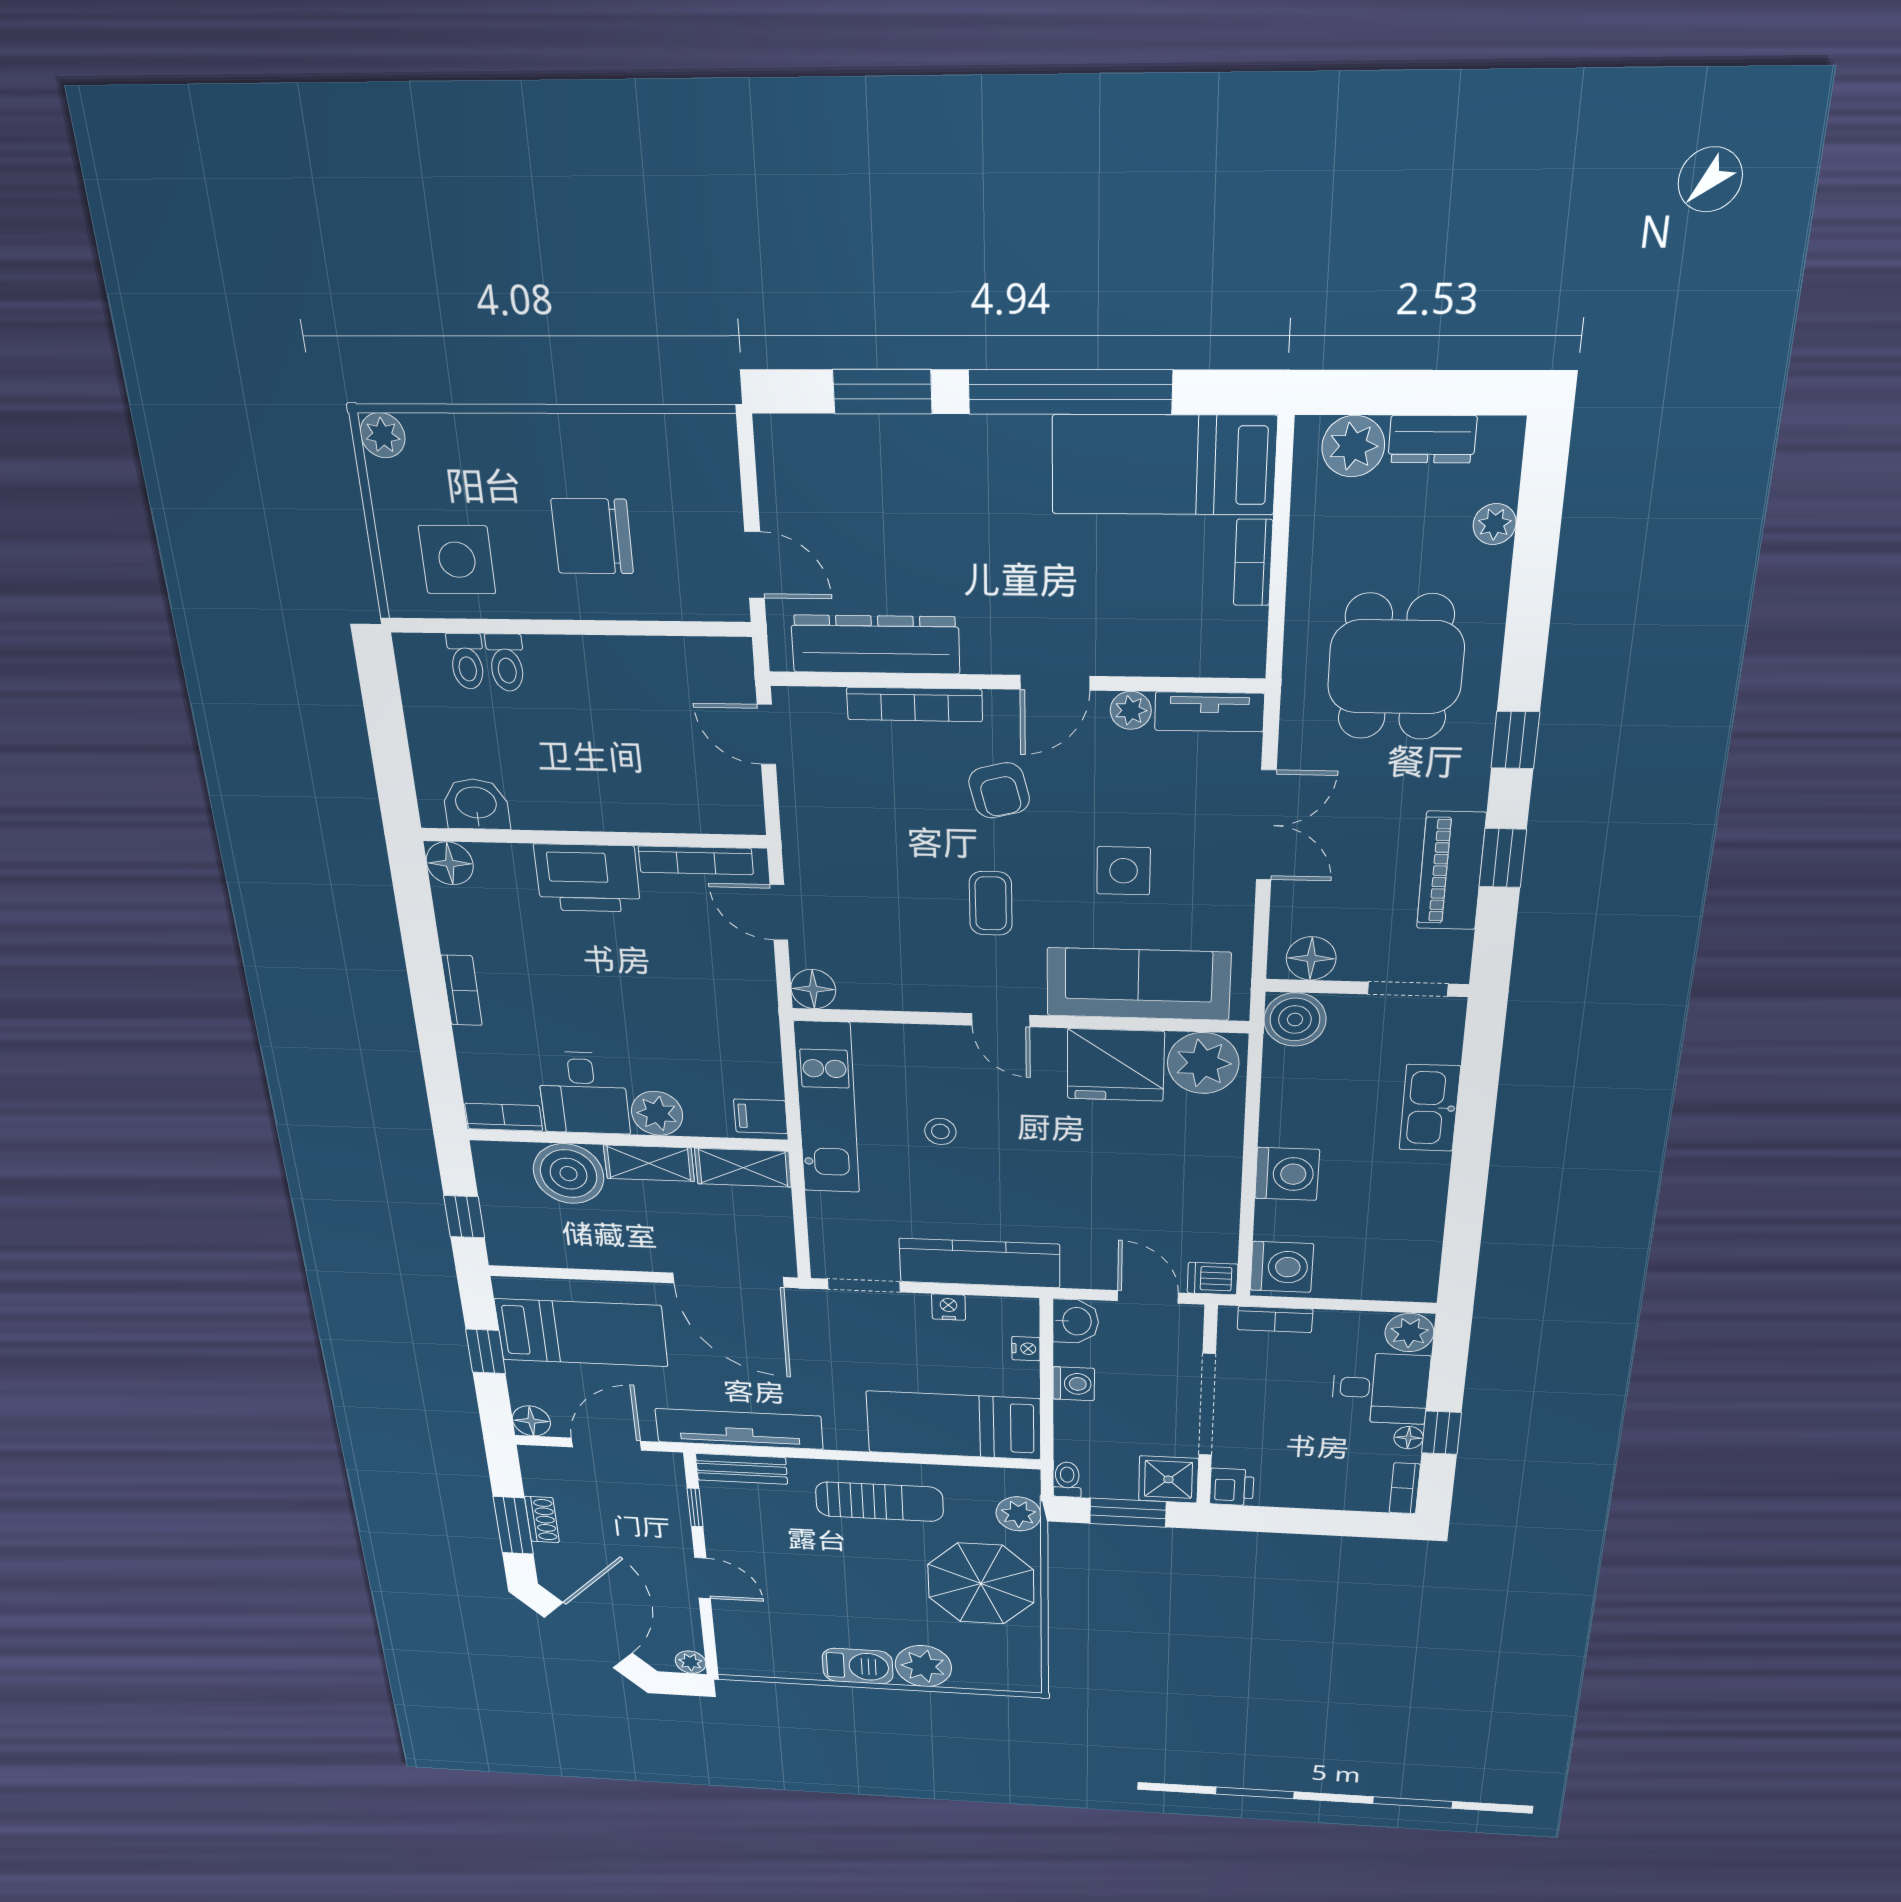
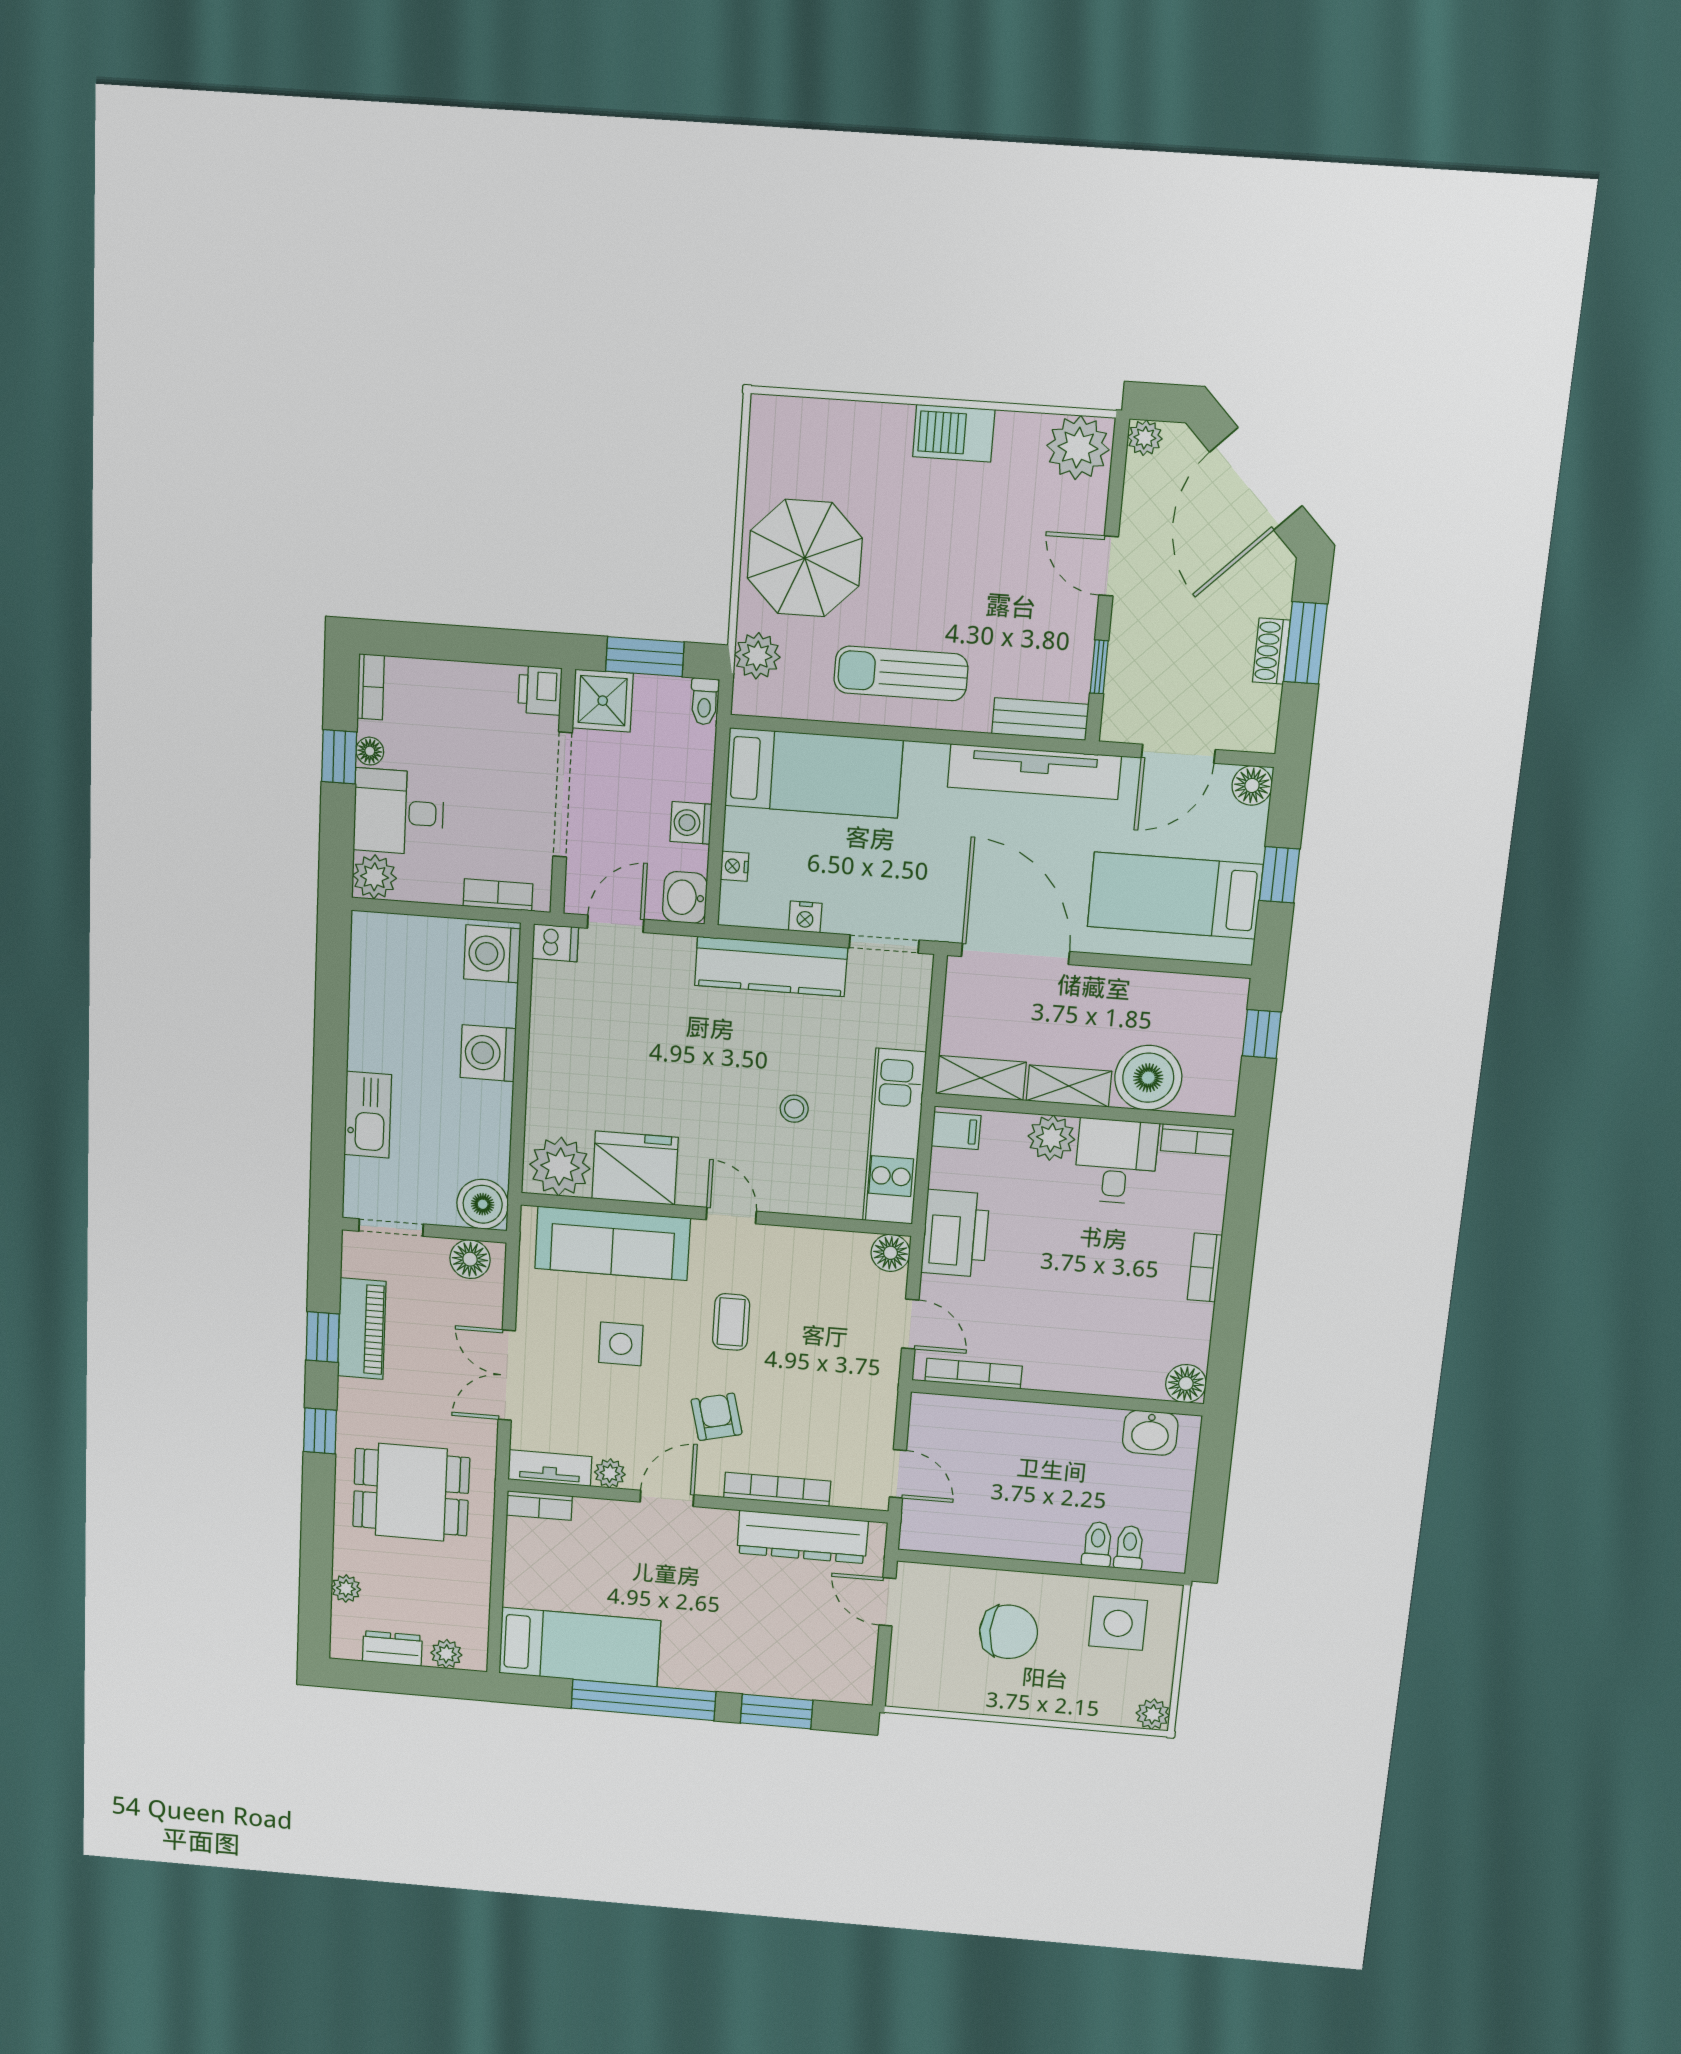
plant: (1353, 446) -> (446, 1654), width x0.73, depth x0.73
bookcase: (1253, 563) -> (539, 1506), moved, turned 90
dining table: (1396, 667) -> (411, 1492), turned 90
printer: (587, 878) -> (955, 1233), moved, turned 90
door: (1148, 1297) -> (616, 924), swing flipped
plant: (923, 1666) -> (1078, 448), moved

